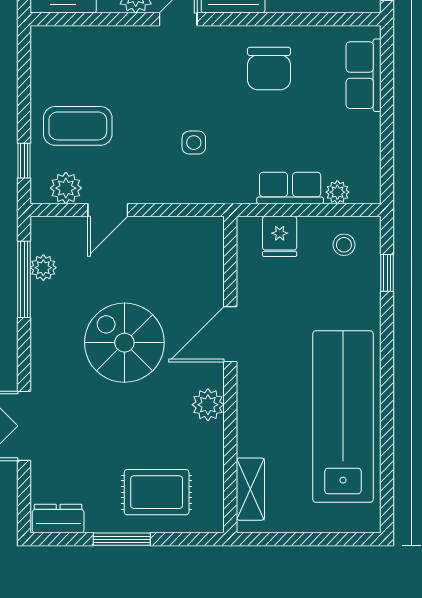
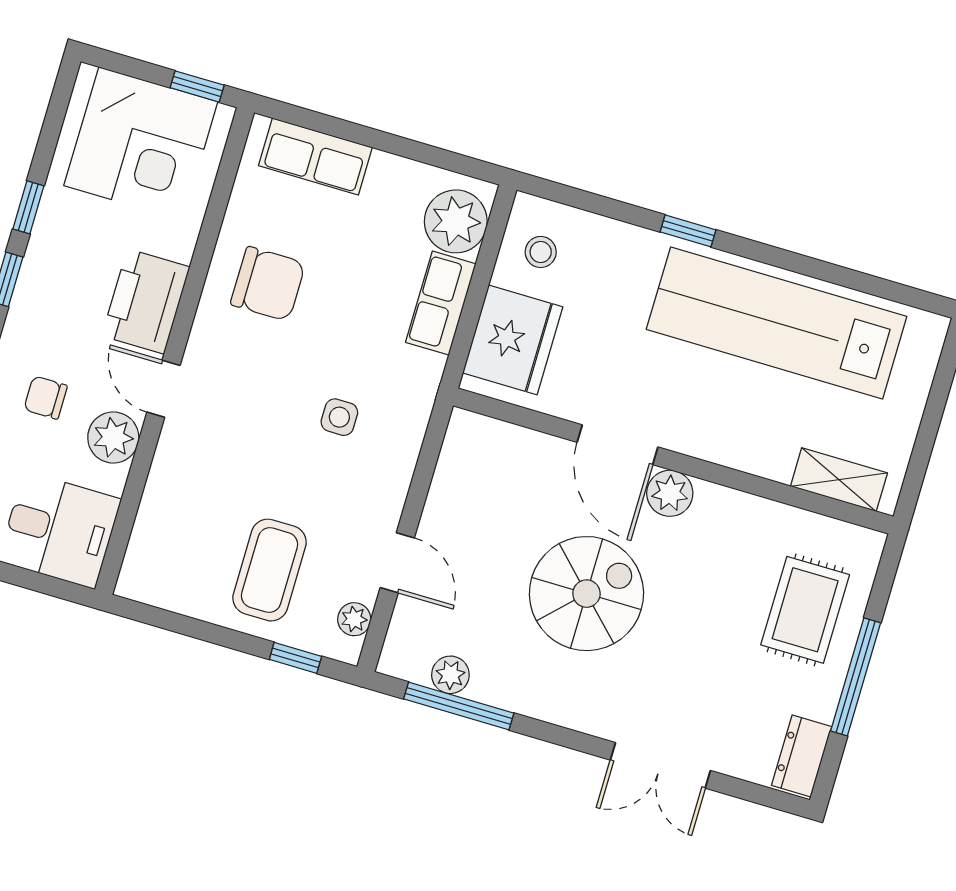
plant: (66, 188) -> (354, 619), width x0.73, depth x0.73
plant: (337, 192) -> (456, 221), width x1.88, depth x1.88
fridge: (280, 236) -> (513, 340), width x1.88, depth x1.34
window: (387, 273) -> (688, 231), moved
spiral stairs: (124, 343) -> (586, 594), turned 180
plant: (208, 405) -> (670, 493), moved
window: (122, 539) -> (856, 677), width x1.44

